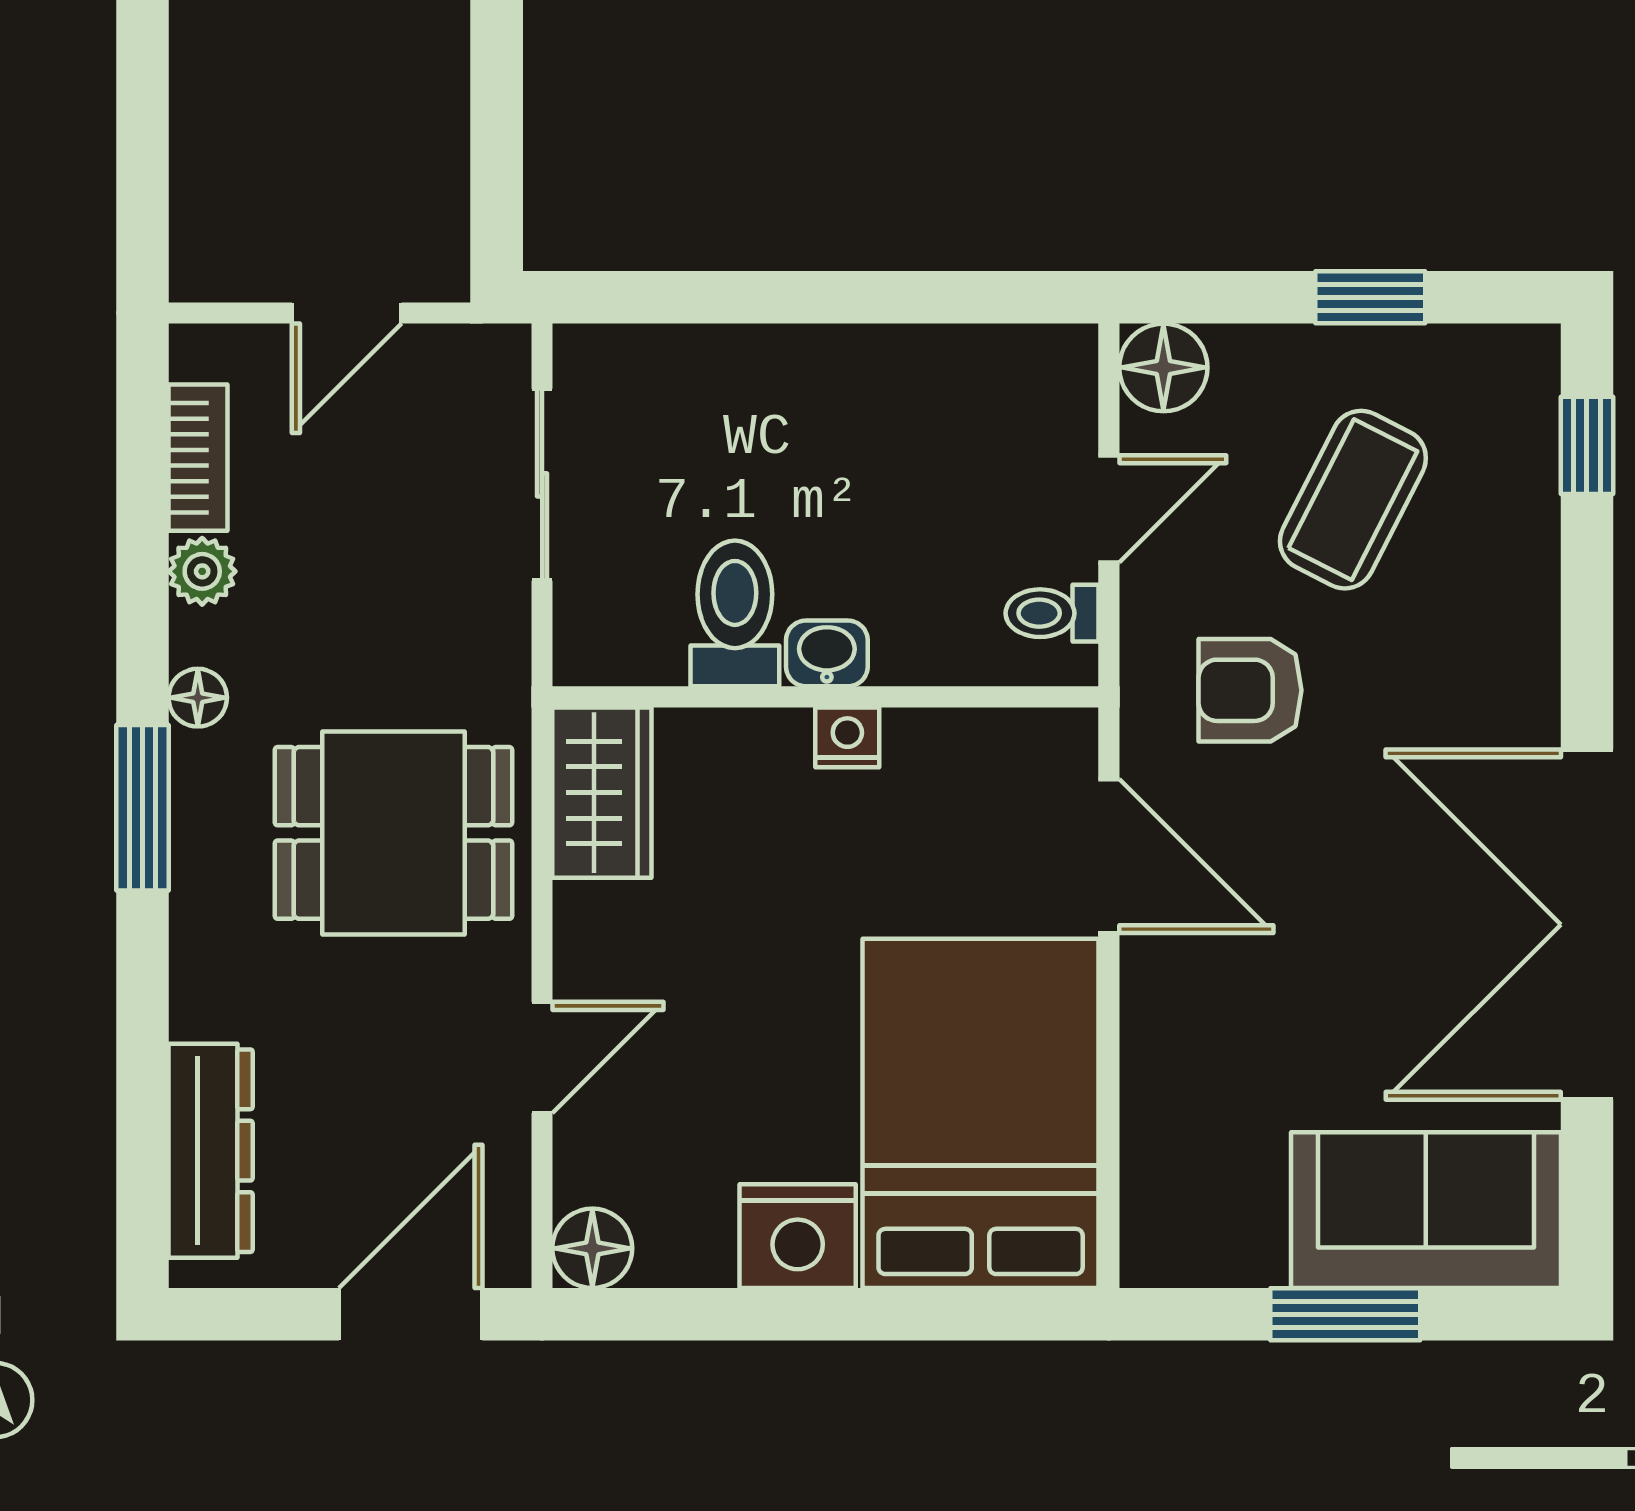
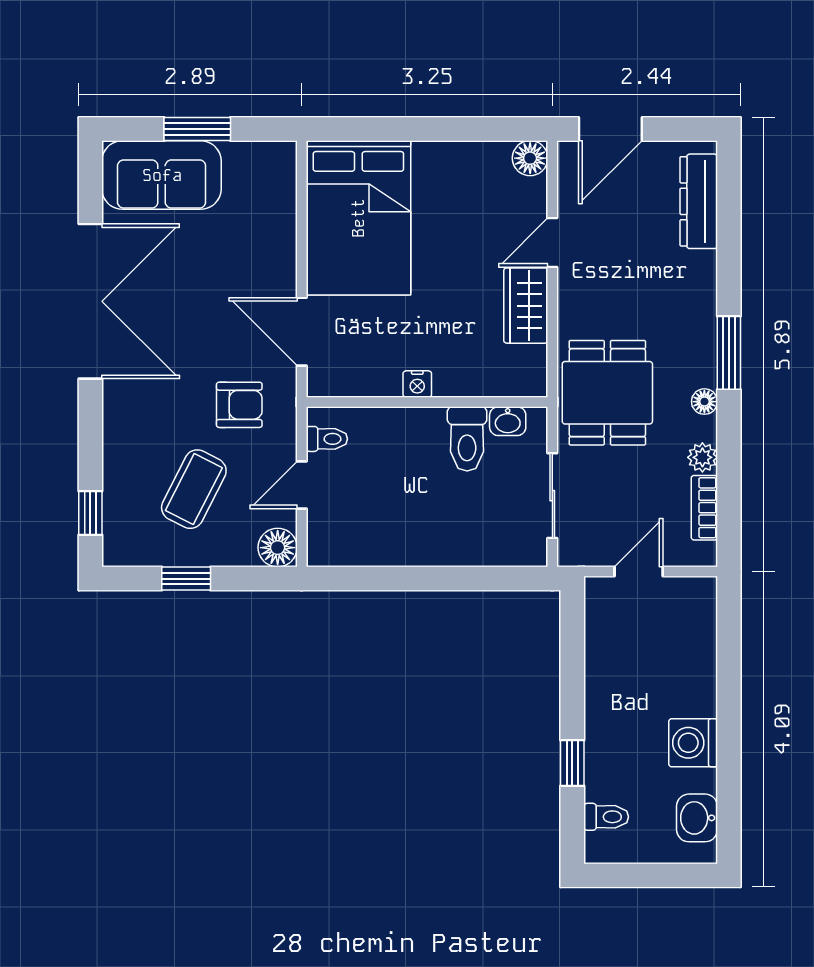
washbasin: (827, 653) -> (508, 421), moved
wardrobe: (602, 793) -> (526, 306), moved
dining table: (393, 833) -> (607, 393), moved, turned 90
nightstand: (798, 1236) -> (439, 164), removed

